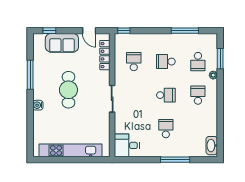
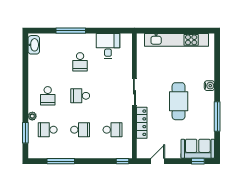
door: (89, 31) -> (158, 161), hinge flipped
sofa: (62, 43) -> (198, 149), moved
locker: (105, 55) -> (142, 123), moved
school desk: (134, 62) -> (113, 130), turned -90
school desk: (198, 62) -> (48, 130), turned -90
desk: (127, 145) -> (108, 46), moved, turned -90

